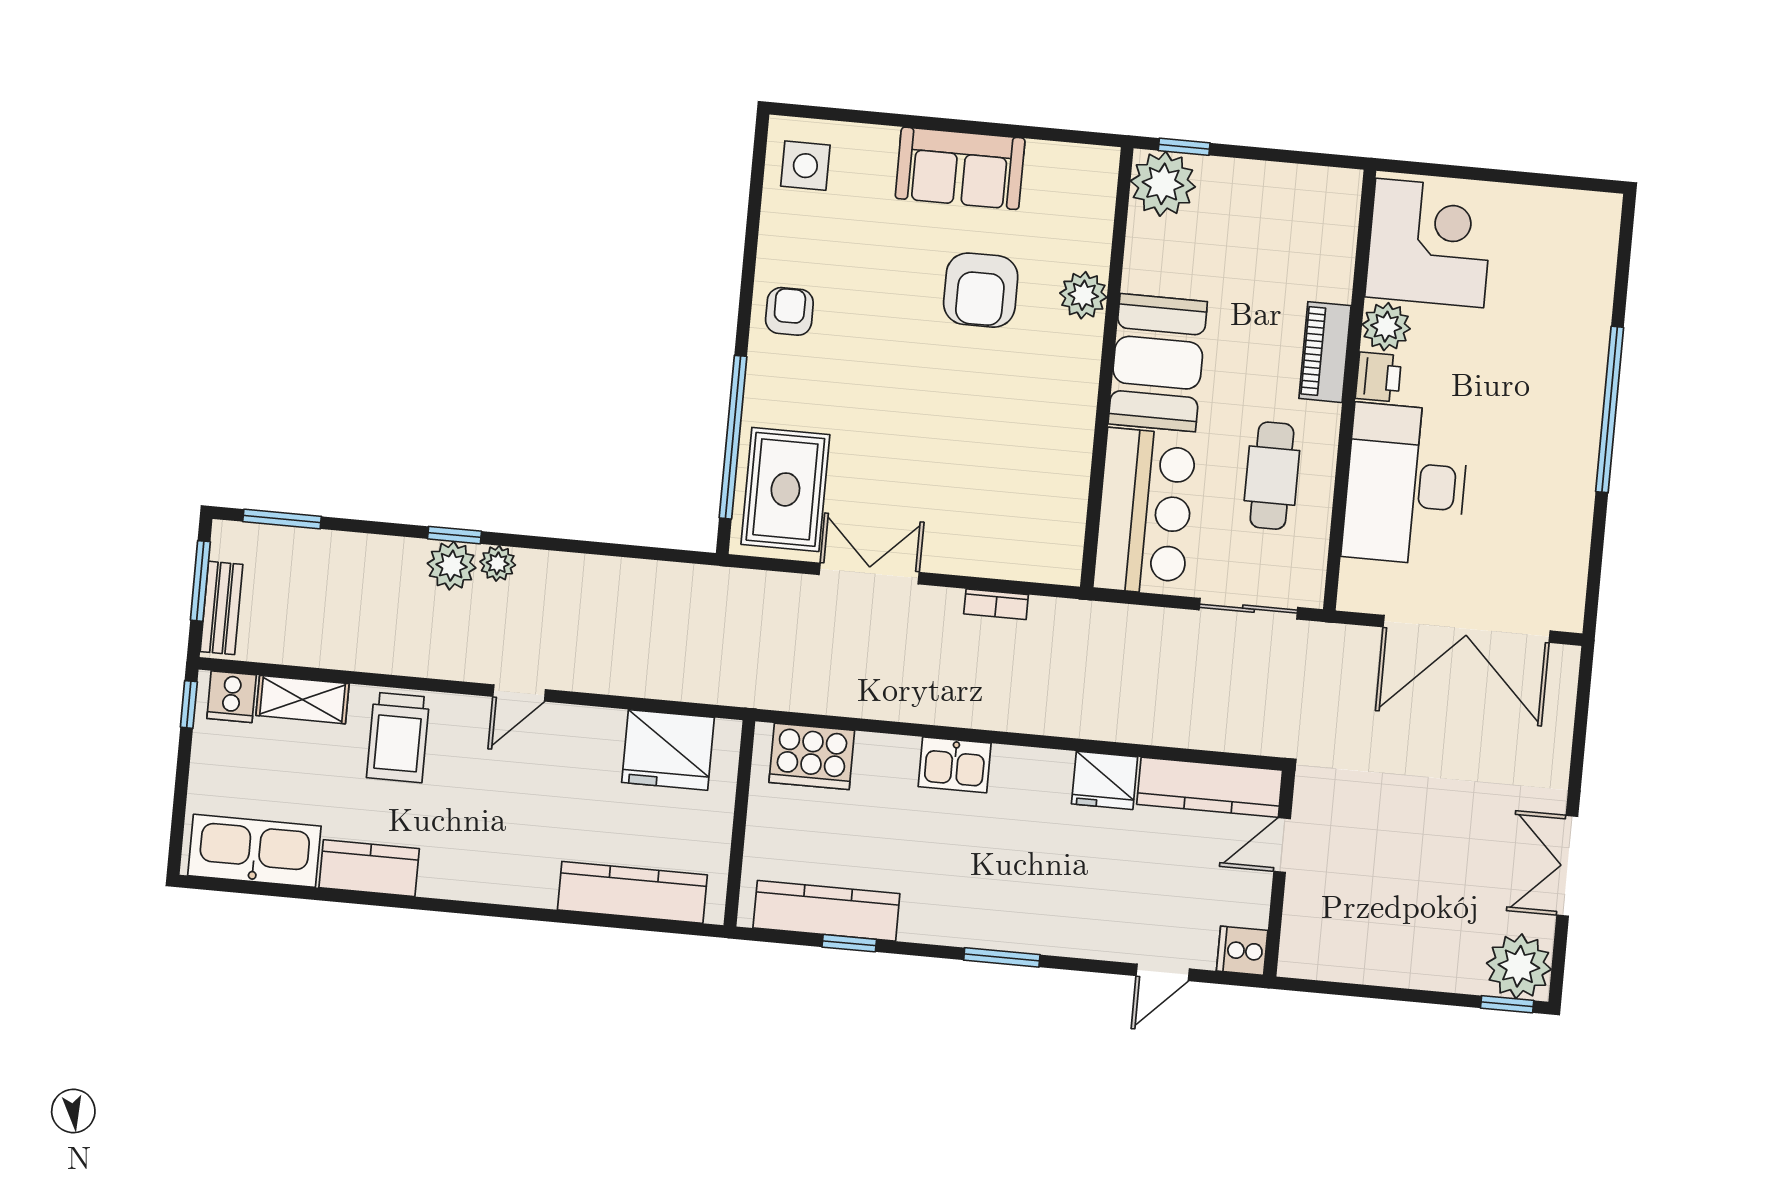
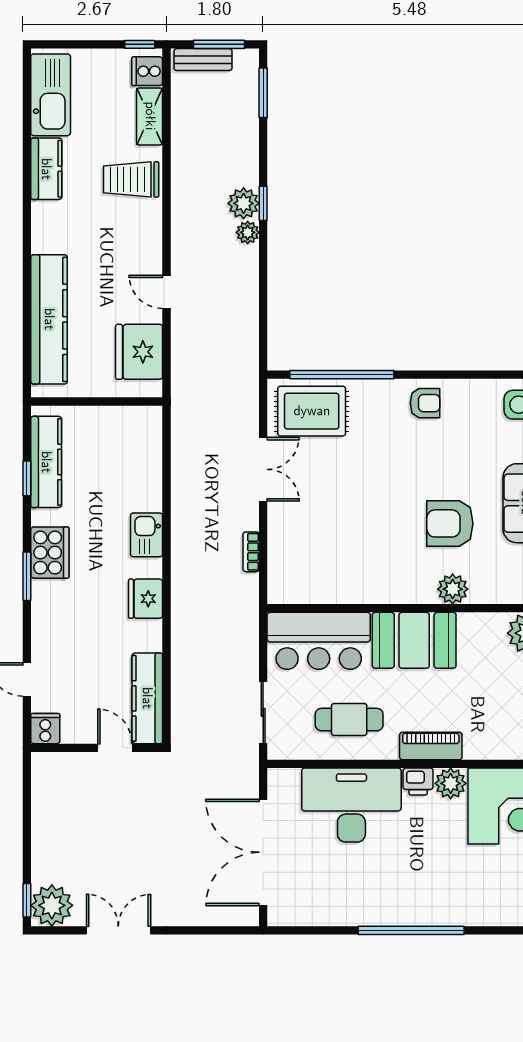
door: (519, 693) -> (166, 292), moved
cooker: (812, 756) -> (50, 553), moved, turned 180
fridge: (1105, 780) -> (146, 599), moved
kitchen counter: (632, 892) -> (49, 319), width x1.39, depth x1.17

